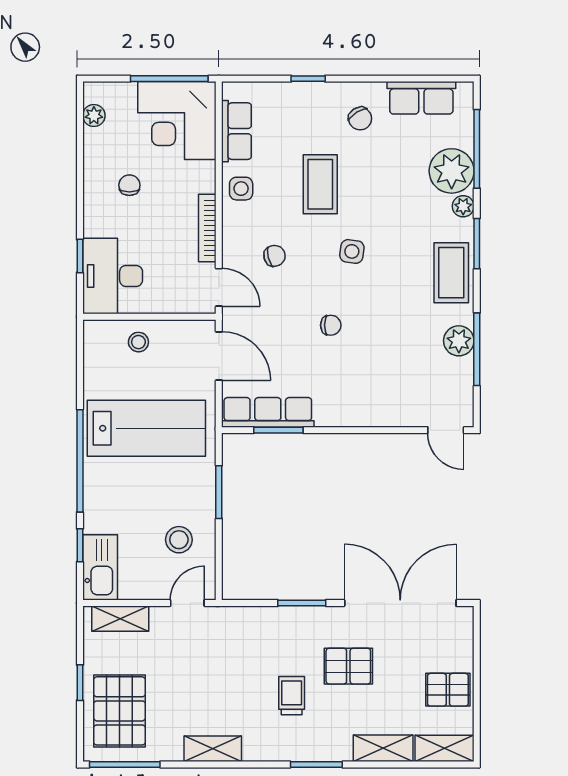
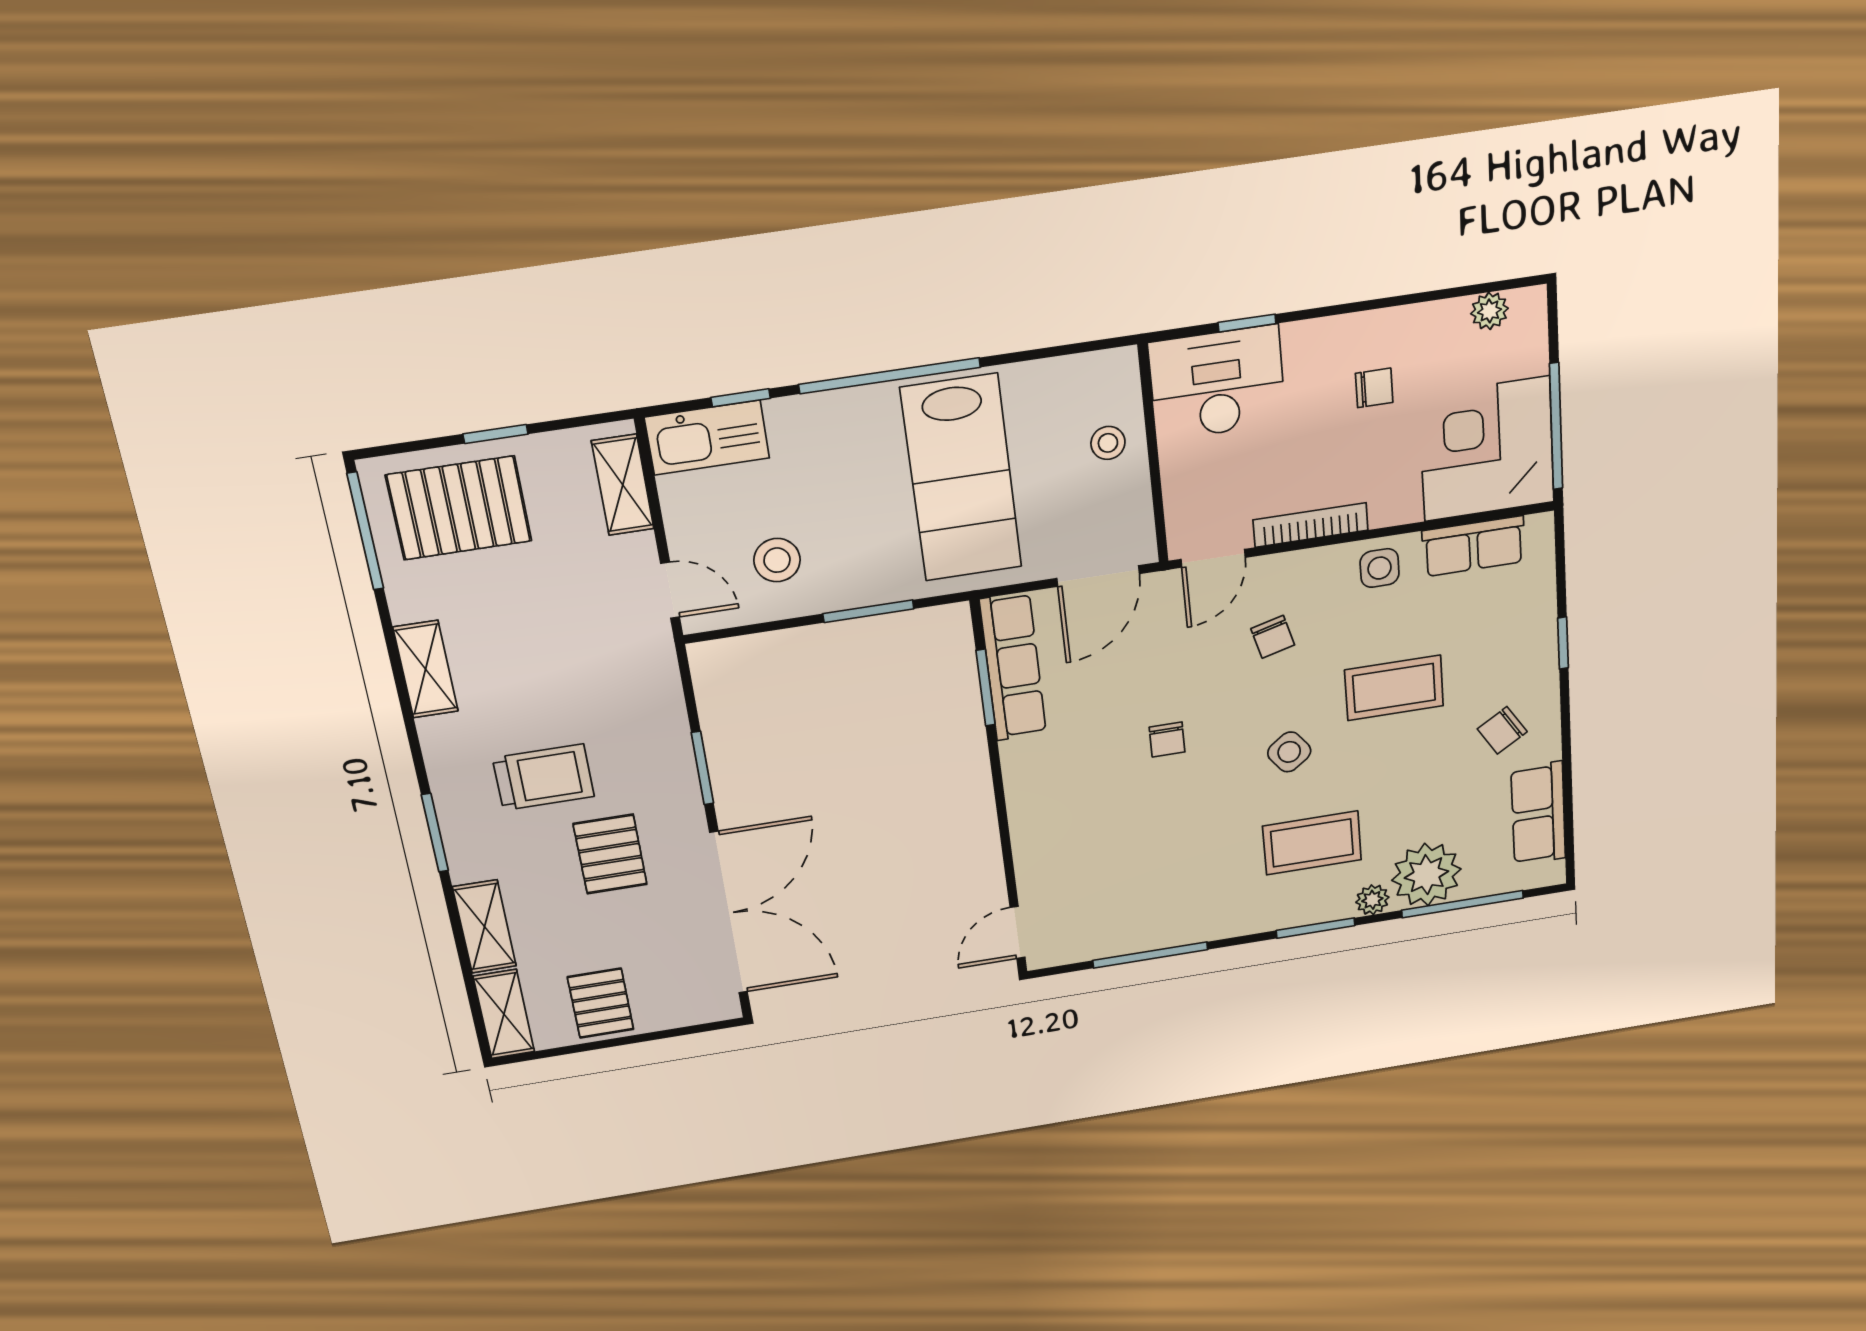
side table: (352, 251) -> (1289, 752), turned 45
coffee table: (451, 273) -> (1312, 843), moved
plant: (459, 341) -> (1161, 928), removed
trolley: (292, 696) -> (543, 777), width x1.36, depth x1.39

